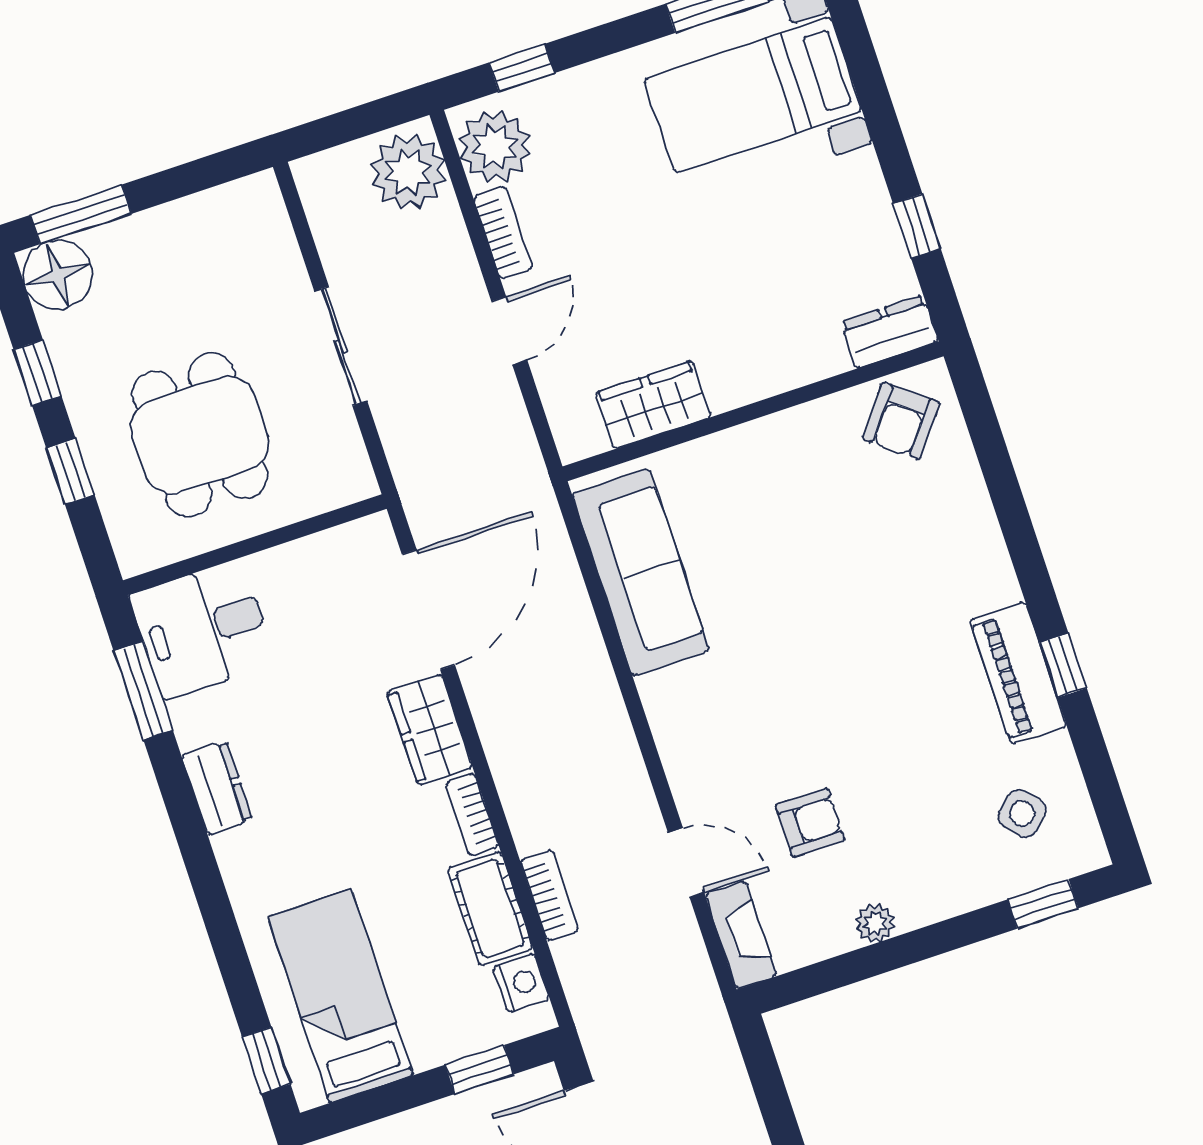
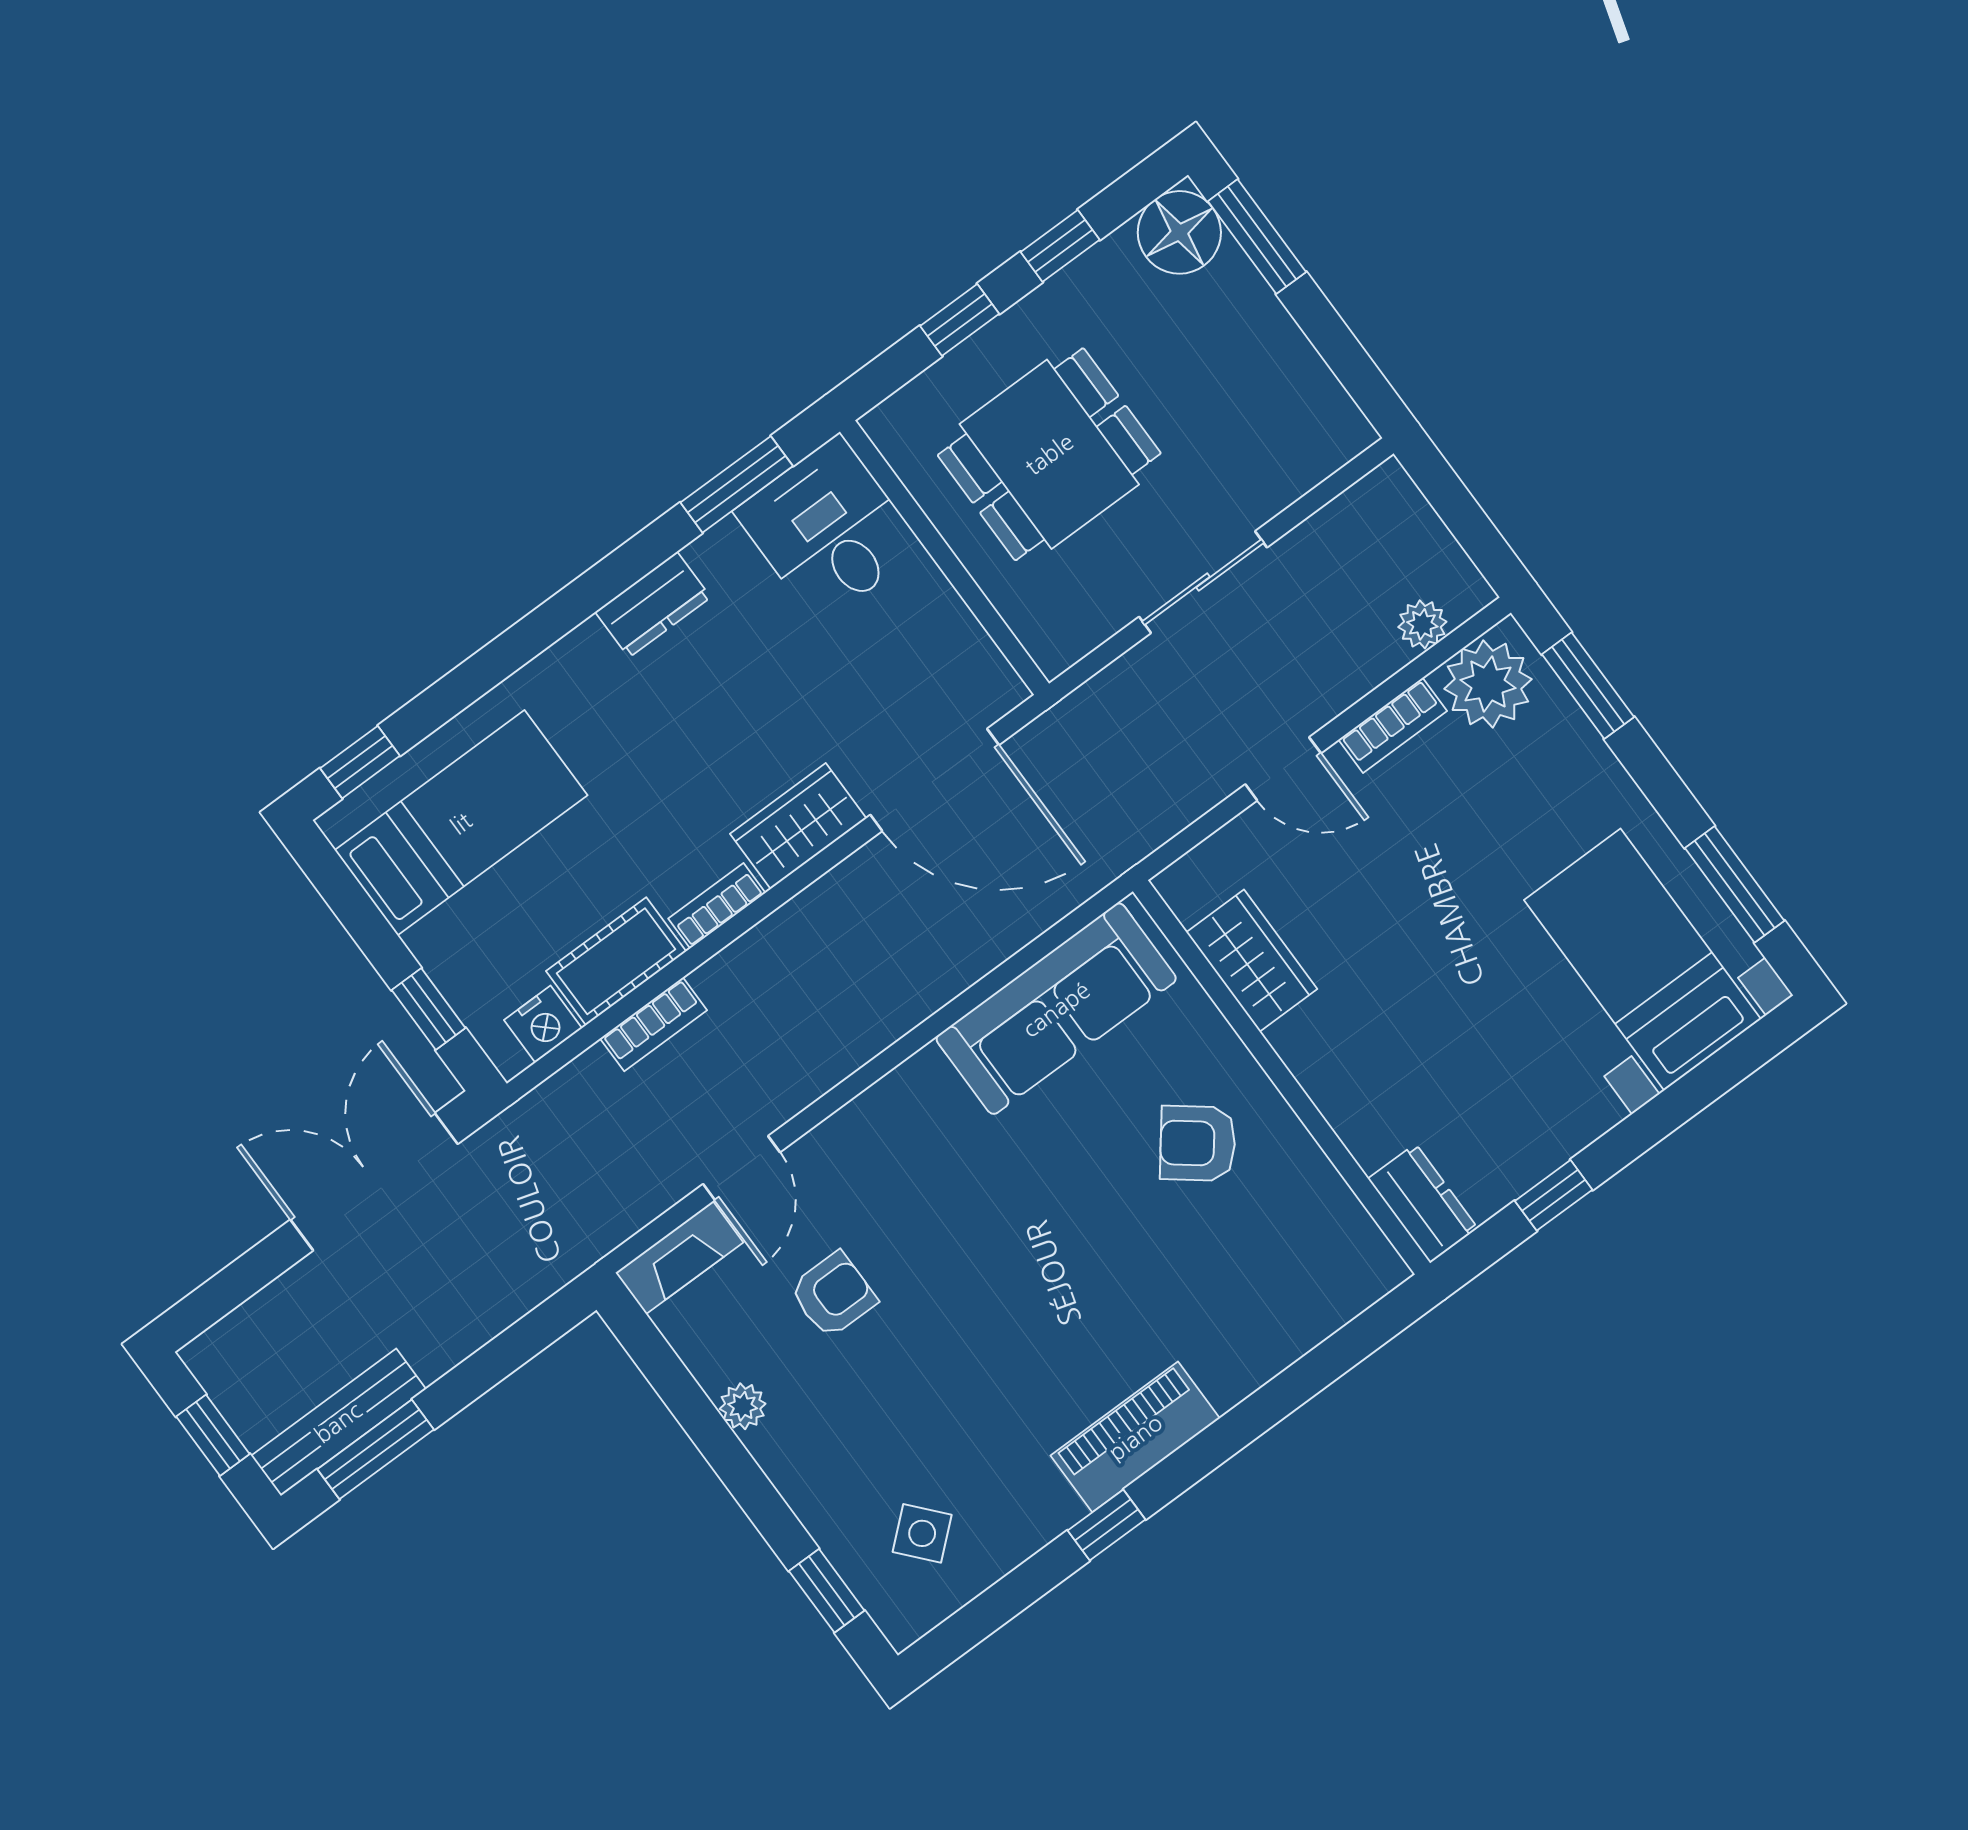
window: (522, 68) -> (1588, 686), width x1.50
plant: (408, 172) -> (1422, 624), width x0.53, depth x0.53
armchair: (901, 421) -> (1198, 1143), moved
piano: (1018, 673) -> (1135, 1437), moved
armchair: (810, 823) -> (833, 1295), turned -90

